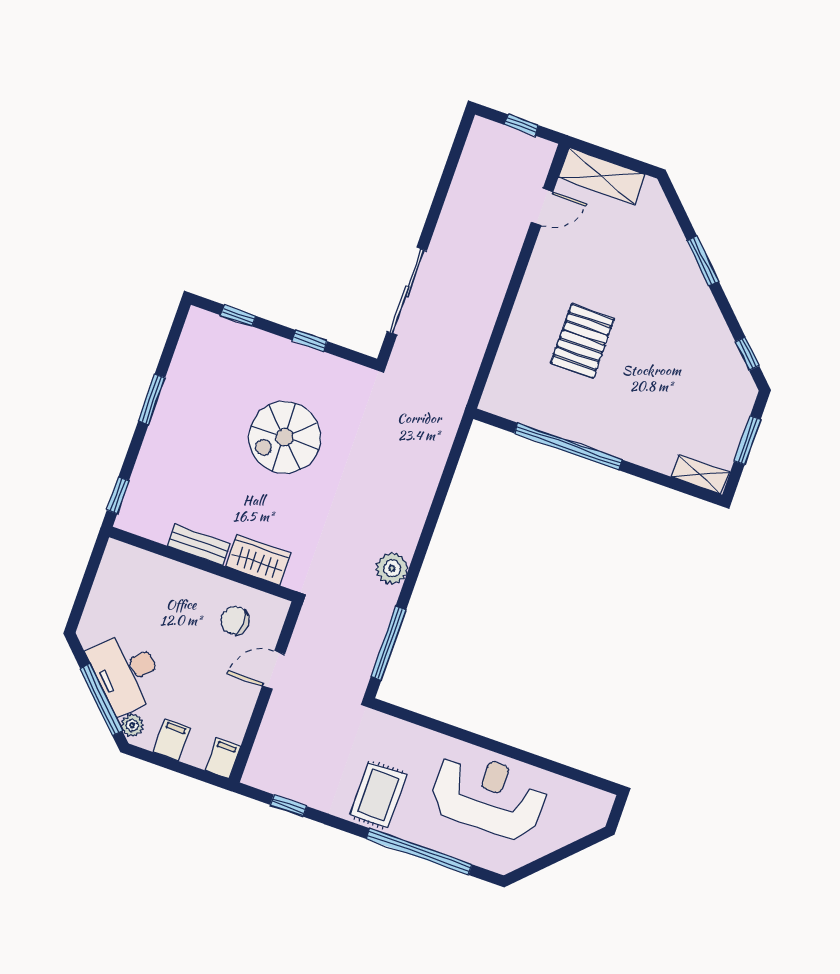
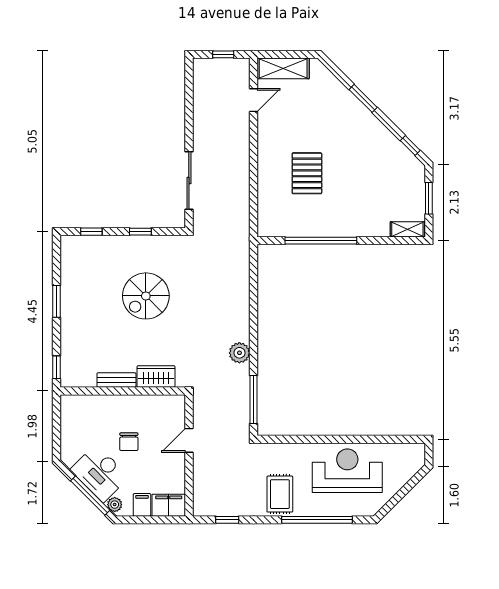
chair: (235, 621) -> (129, 442), moved, turned -90
filing cabinet: (223, 758) -> (169, 505), width x2.00

